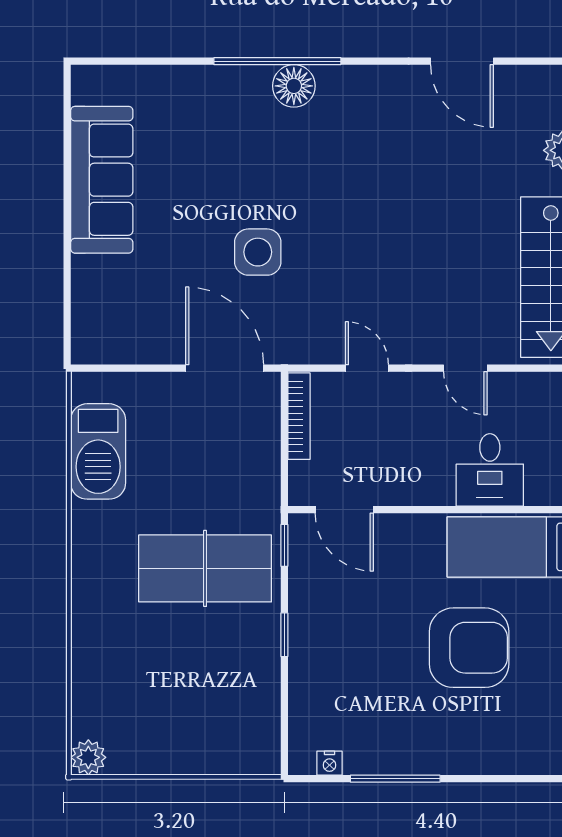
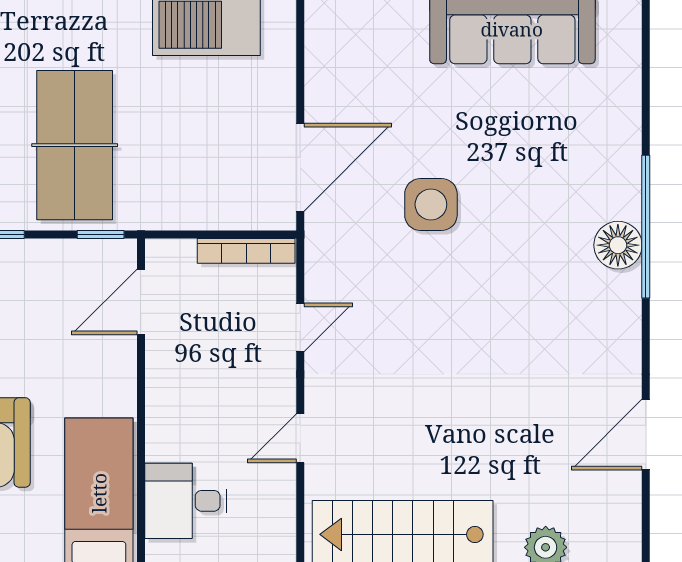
desk: (490, 470) -> (186, 501), moved

